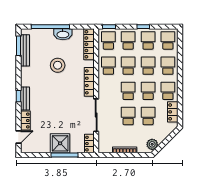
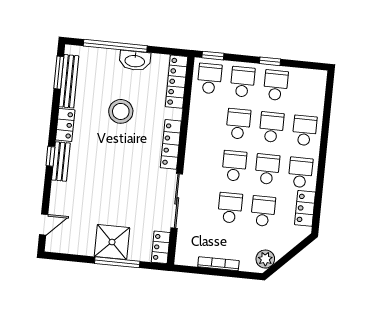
school desk: (168, 40) -> (309, 88), removed
school desk: (108, 66) -> (205, 121), removed
locker: (25, 120) -> (65, 125), moved

